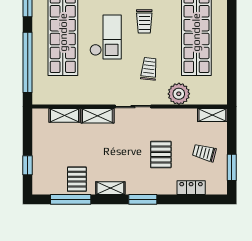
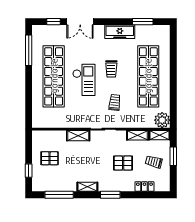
window: (28, 62) -> (29, 98), removed
plant: (179, 94) -> (162, 120), moved
shelving: (65, 115) -> (137, 135), moved
pallet: (161, 155) -> (123, 163), turned 90
window: (232, 167) -> (173, 156), moved
pallet: (77, 179) -> (50, 158), moved, turned 90

